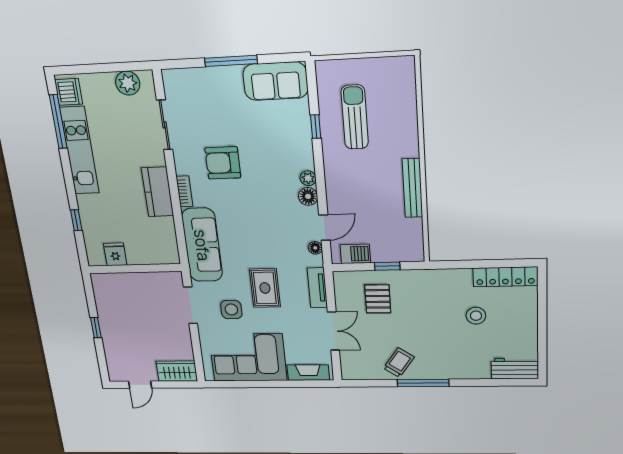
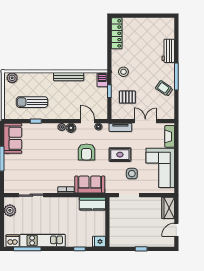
plant: (404, 73) -> (12, 78), added
armchair: (223, 163) -> (86, 152), moved
kitchen counter: (158, 192) -> (92, 204), moved
sofa: (202, 245) -> (90, 185), width x0.73
fridge: (115, 254) -> (99, 242), moved
barbecue: (355, 254) -> (102, 80), moved
stool: (476, 316) -> (123, 72), moved
workbench: (515, 368) -> (168, 51), moved
door: (140, 385) -> (176, 230), swing flipped

